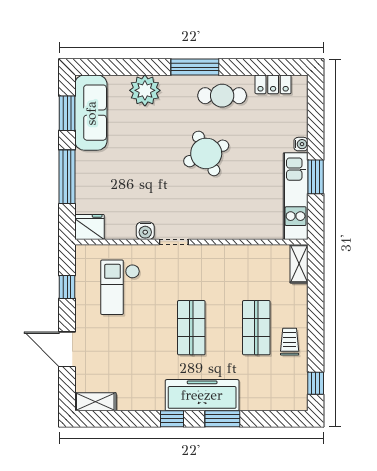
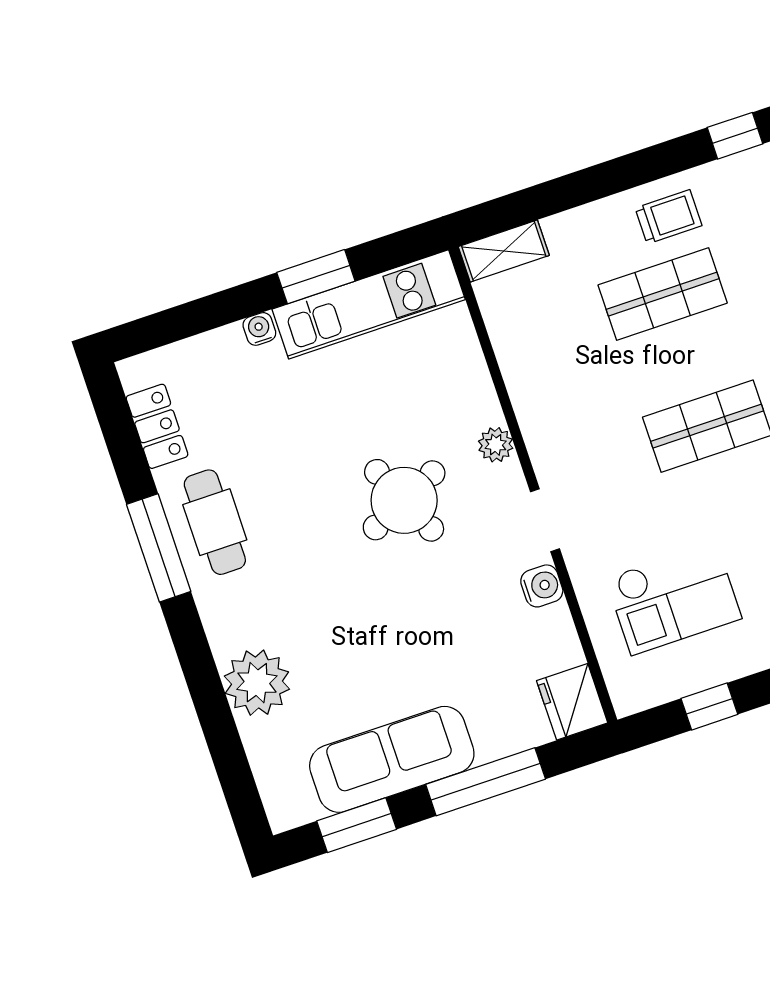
window: (195, 67) -> (159, 548), moved
sofa: (91, 113) -> (392, 759), moved
round table: (206, 153) -> (404, 500), moved
plant: (215, 231) -> (496, 445), added
trolley: (290, 342) -> (669, 217), turned 180

